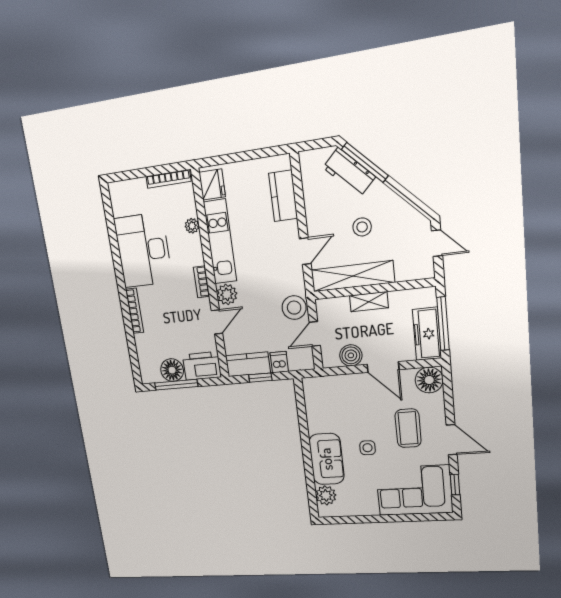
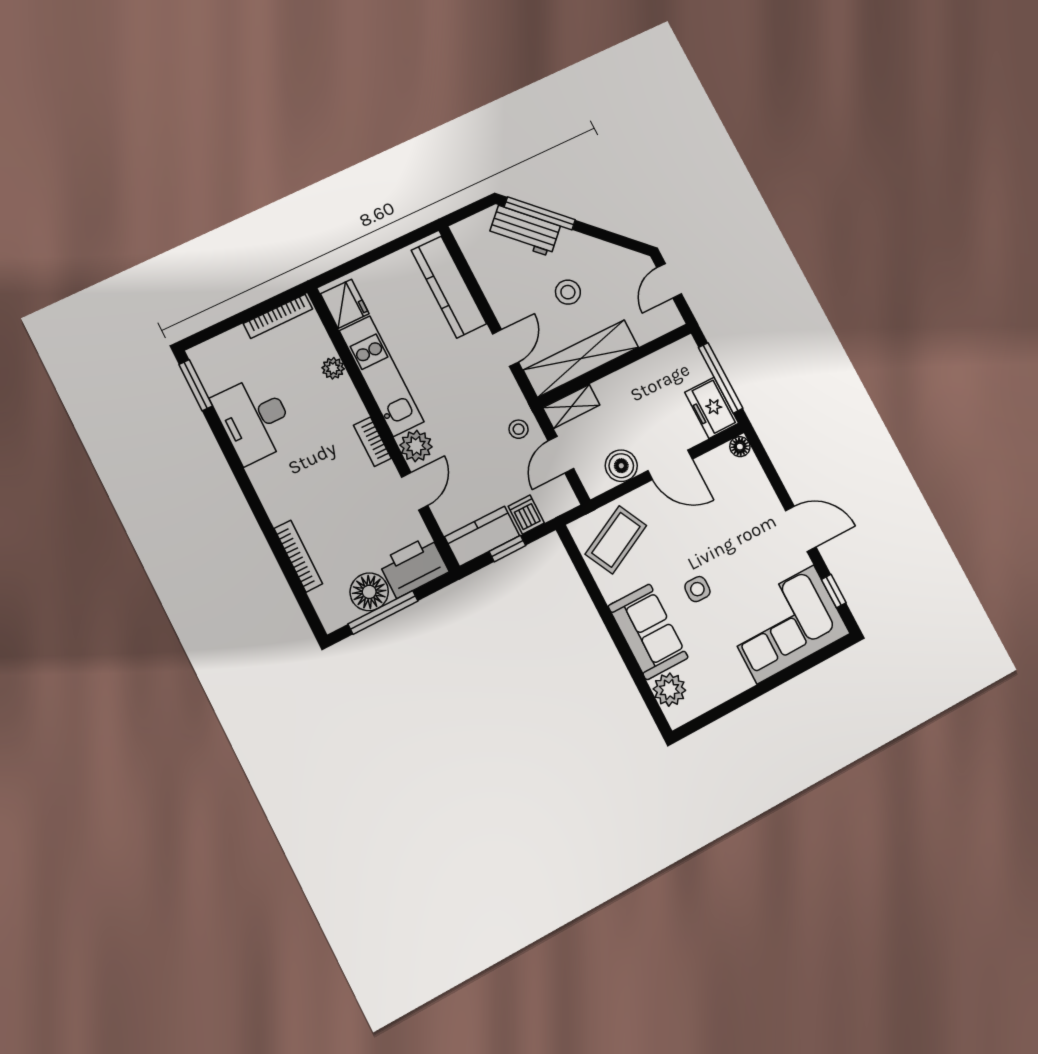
kitchen counter: (283, 196) -> (449, 287), width x1.50
window: (108, 207) -> (196, 385), added
door: (437, 243) -> (669, 281), swing flipped
desk: (143, 250) -> (254, 419), width x0.73, depth x0.77
shelving: (369, 302) -> (571, 406), moved
stool: (294, 308) -> (519, 429), width x0.53, depth x0.53
bookcase: (135, 311) -> (298, 556), moved
freezer: (427, 334) -> (712, 408), width x0.71
floor lamp: (429, 380) -> (740, 447), width x0.53, depth x0.53
coffee table: (408, 428) -> (616, 540), moved, turned 63

